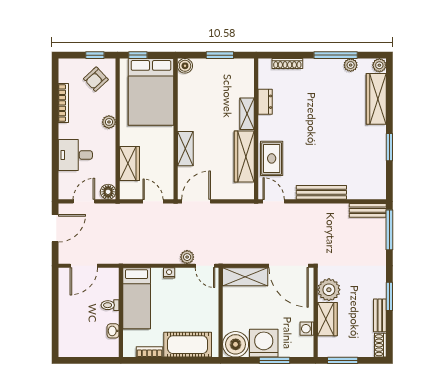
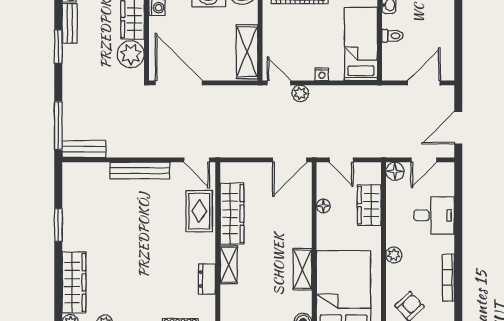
shelving: (185, 149) -> (303, 269), moved
floor lamp: (168, 163) -> (323, 206), added
shelving: (245, 277) -> (247, 52), moved, turned 90

